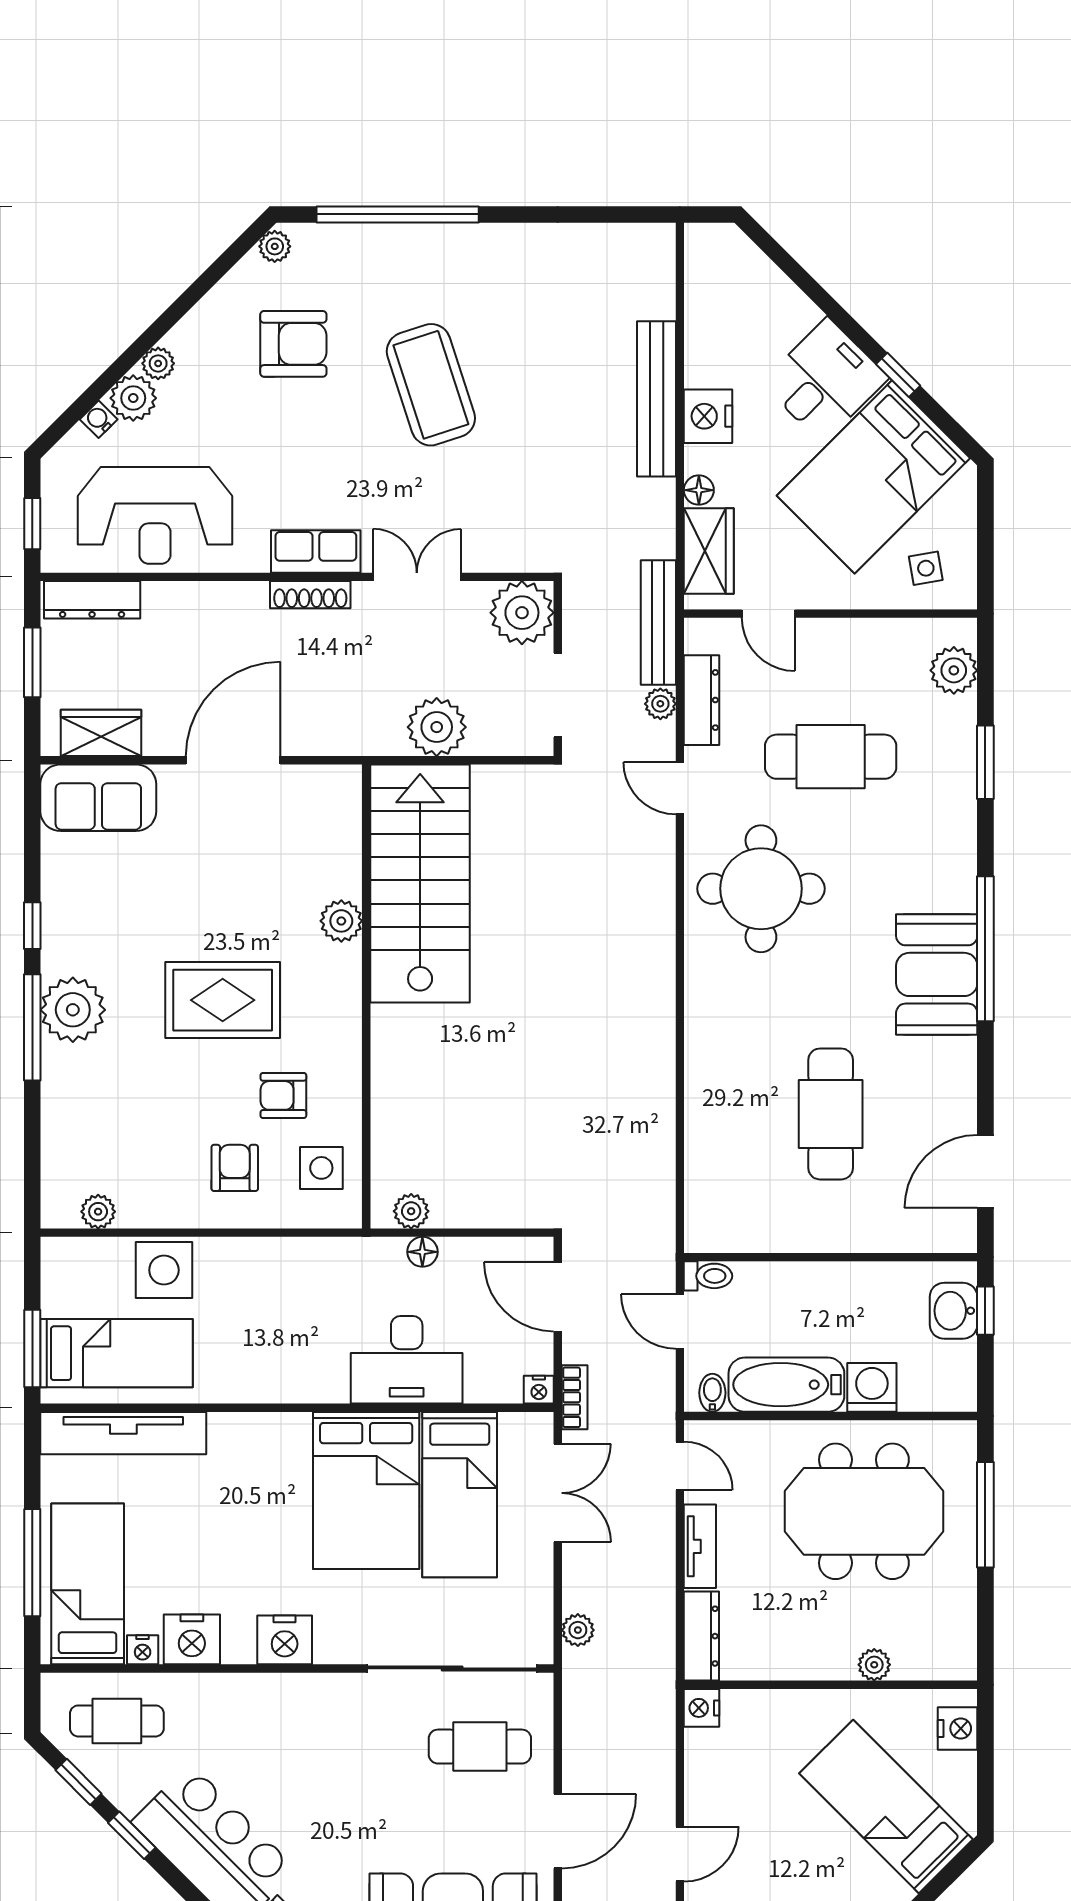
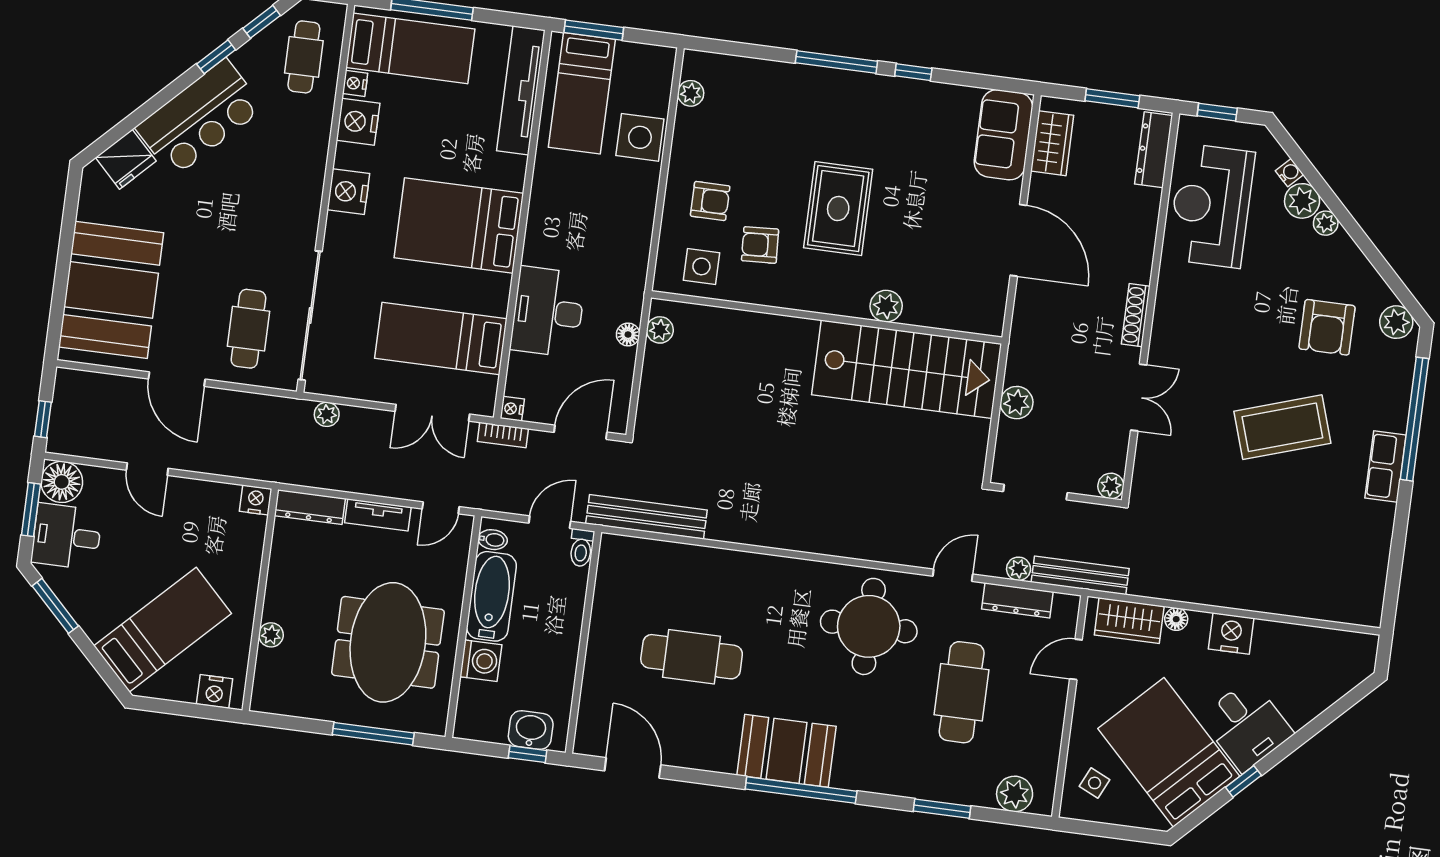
plant: (275, 246) -> (1396, 322), width x1.38, depth x1.38
bench: (656, 399) -> (646, 517), moved
row of seats: (316, 551) -> (1386, 466), moved, turned 180
side table: (926, 568) -> (1095, 783), turned 35
plant: (522, 613) -> (1111, 486), width x0.53, depth x0.53
plant: (437, 727) -> (1017, 403), width x0.73, depth x0.73
plant: (73, 1010) -> (846, 94), removed
armchair: (283, 1095) -> (760, 245), turned -93
bed: (366, 1491) -> (459, 226), moved

